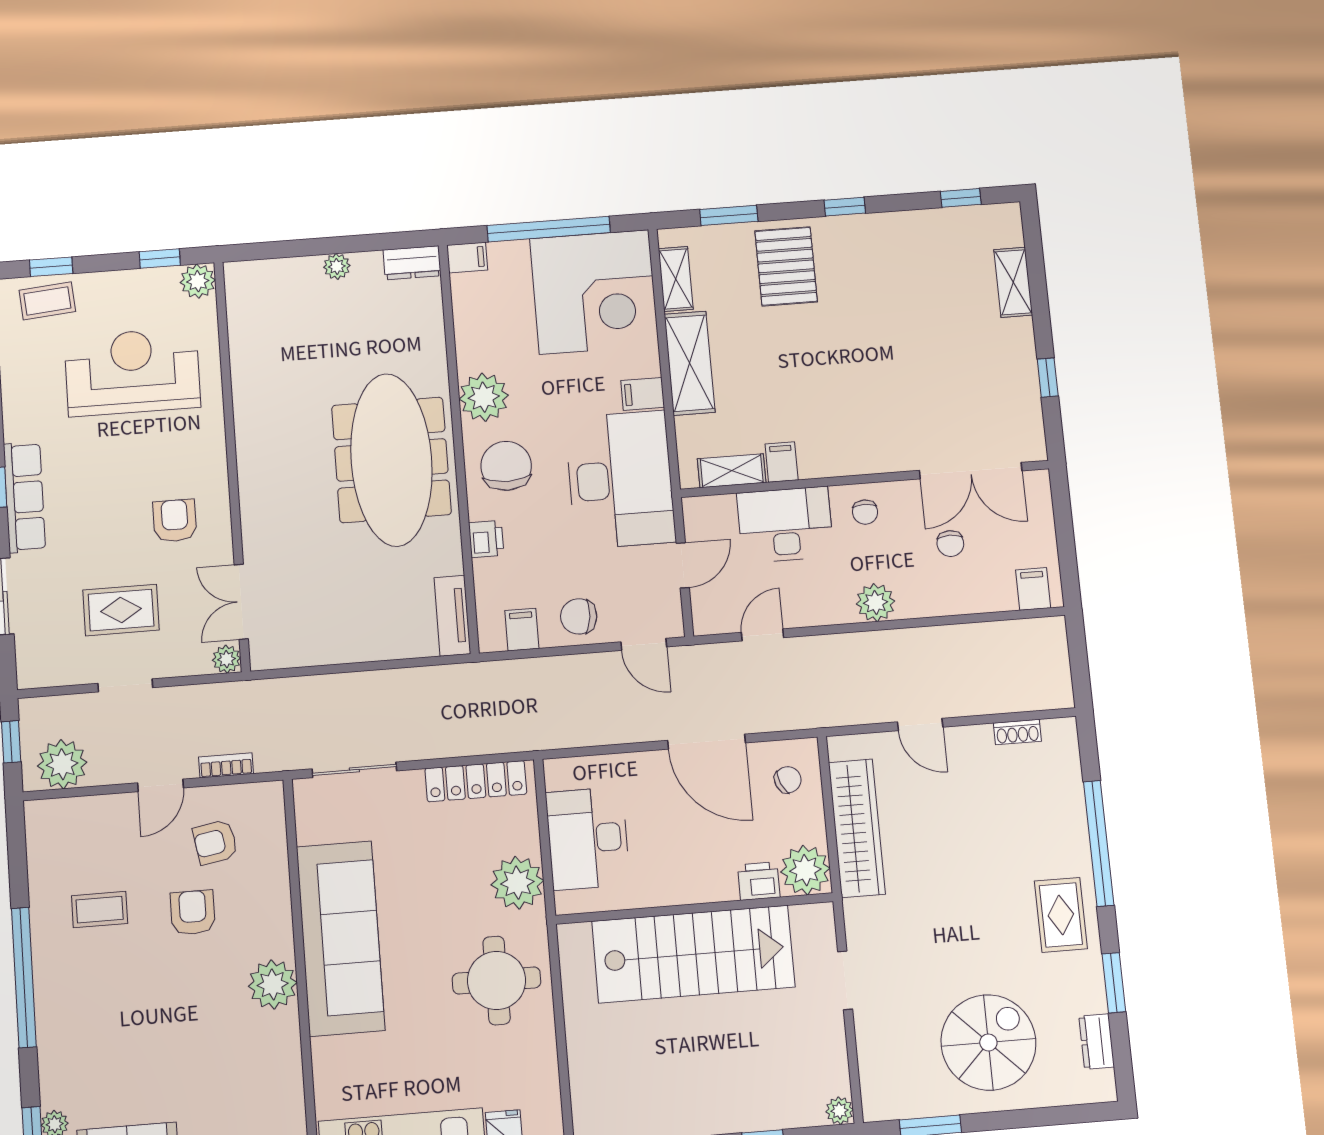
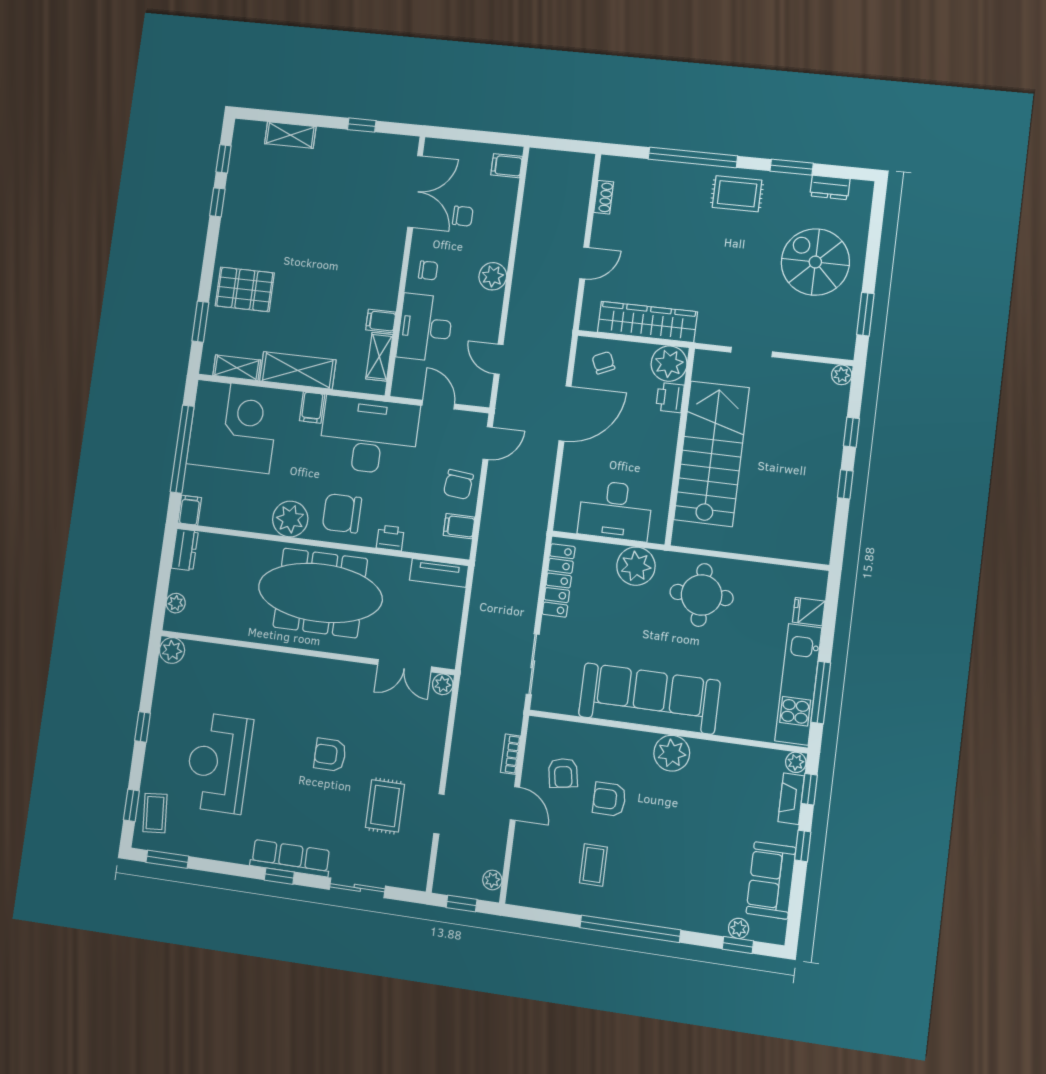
window: (845, 207) -> (217, 202), moved
plant: (198, 281) -> (172, 650), moved
wall: (232, 465) -> (307, 653), moved
double door: (241, 602) -> (405, 666), moved
plant: (226, 659) -> (443, 684), moved
plant: (62, 764) -> (492, 880), width x0.53, depth x0.53

